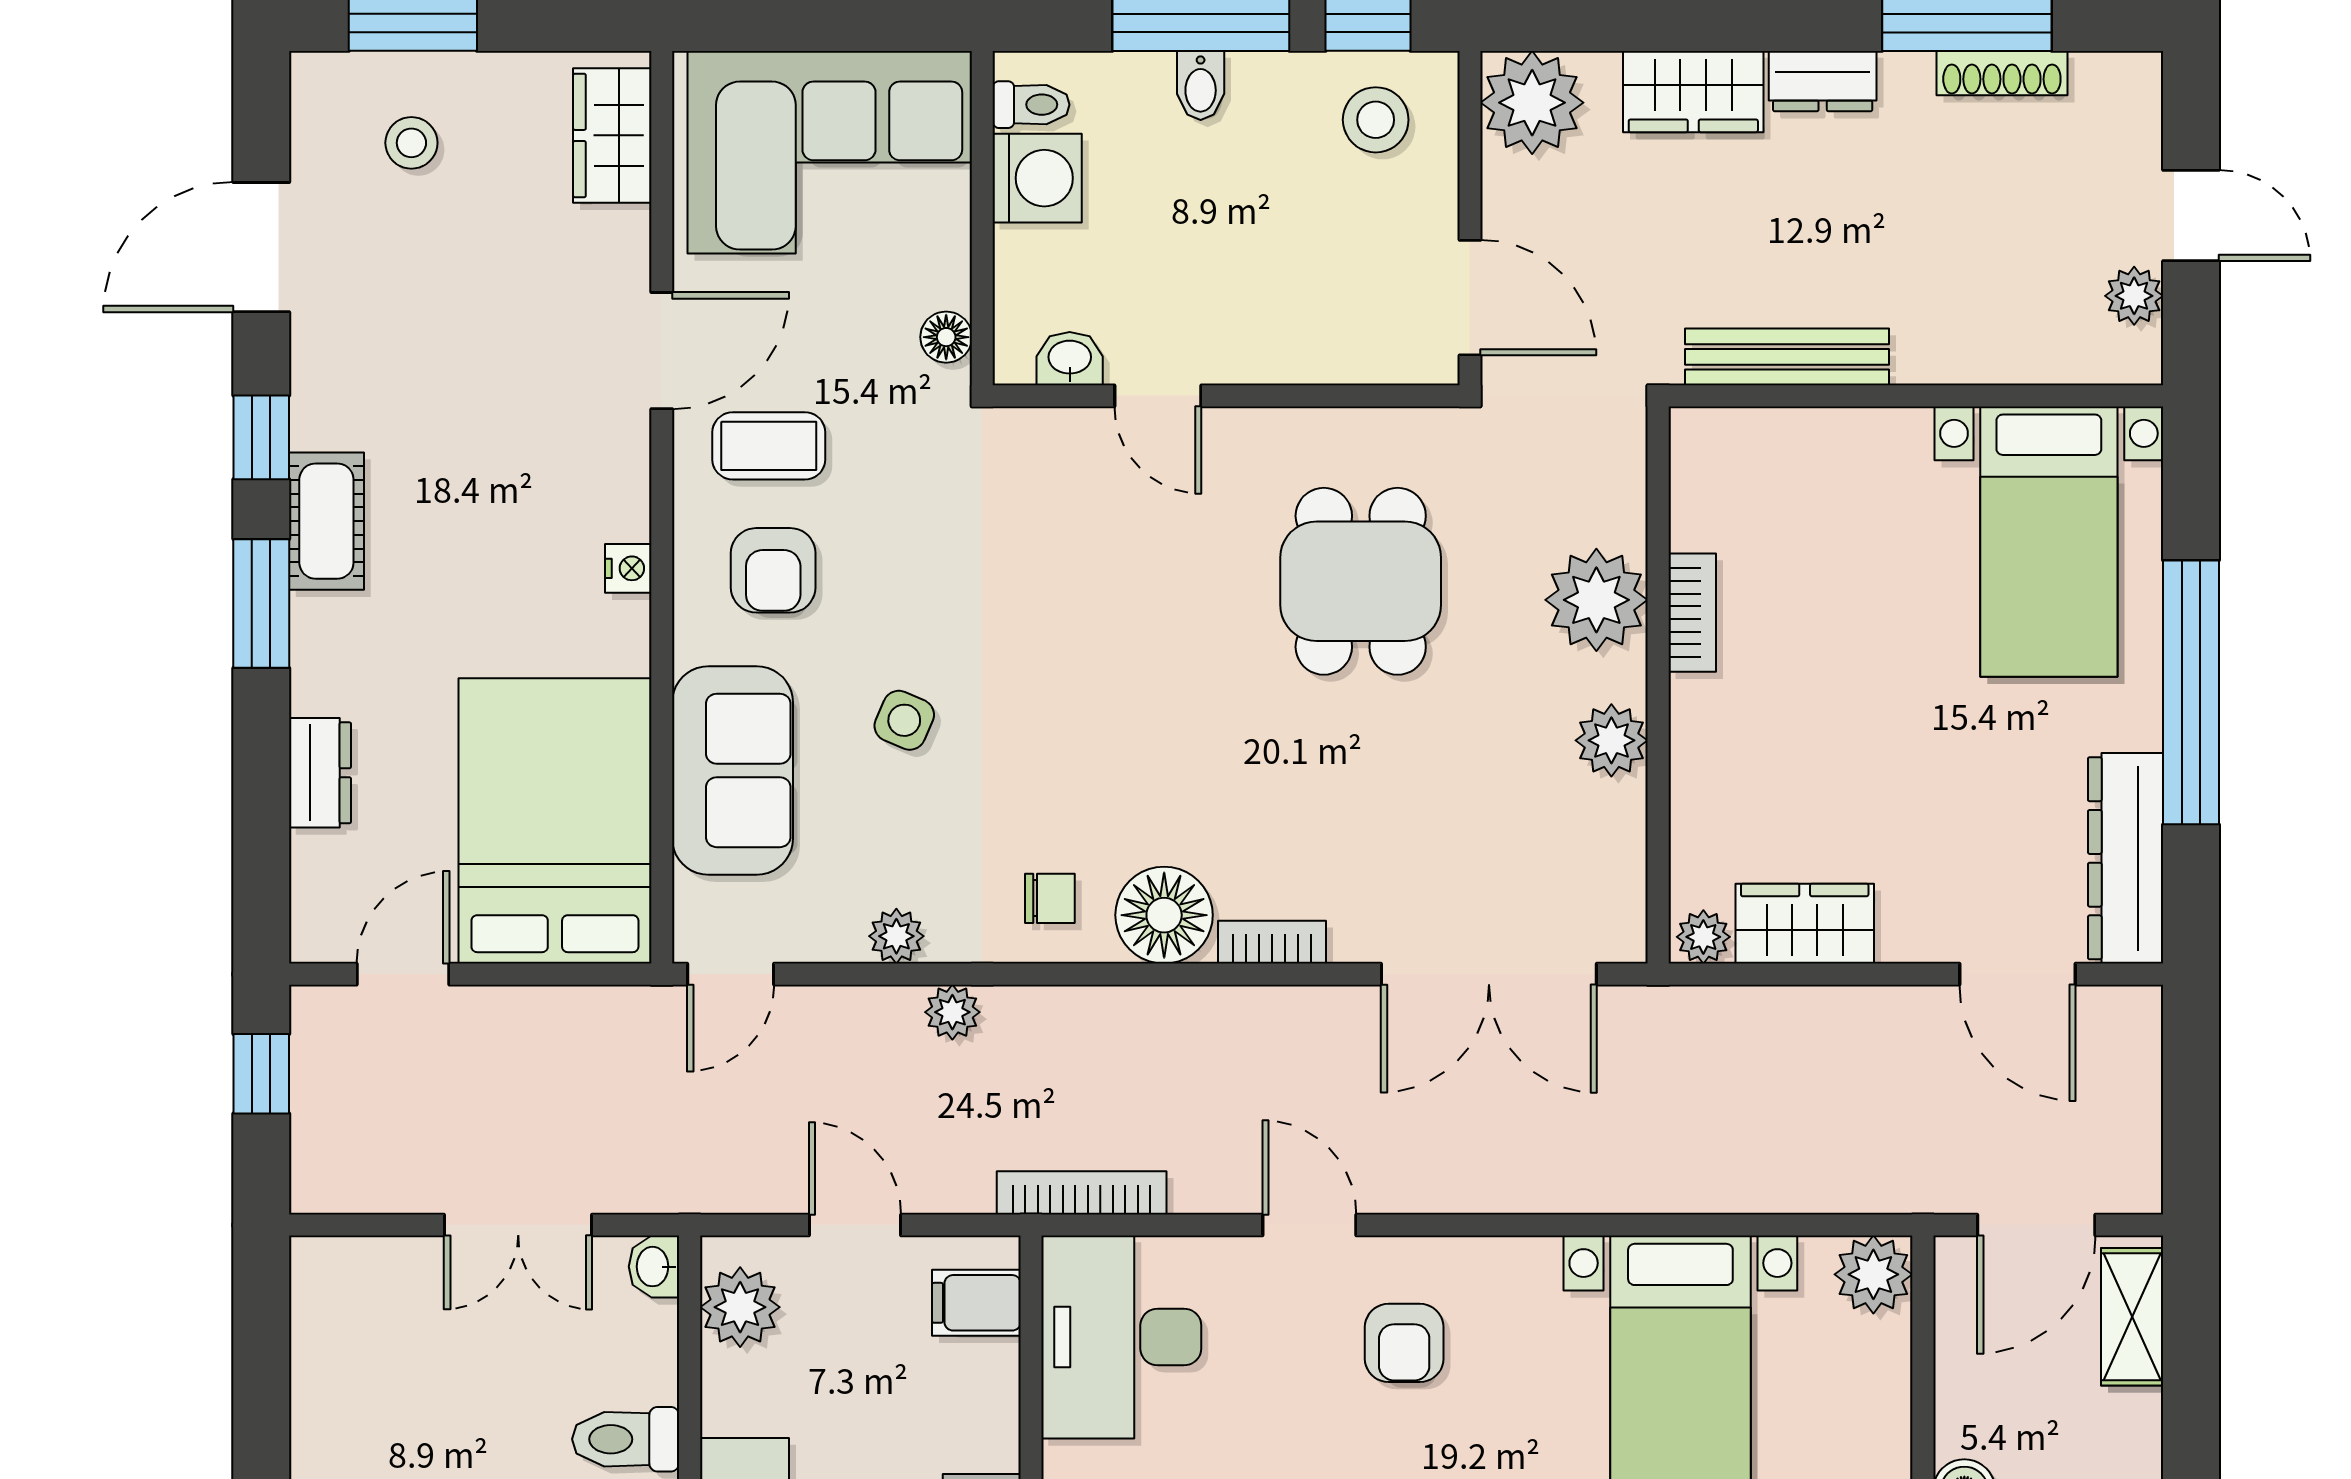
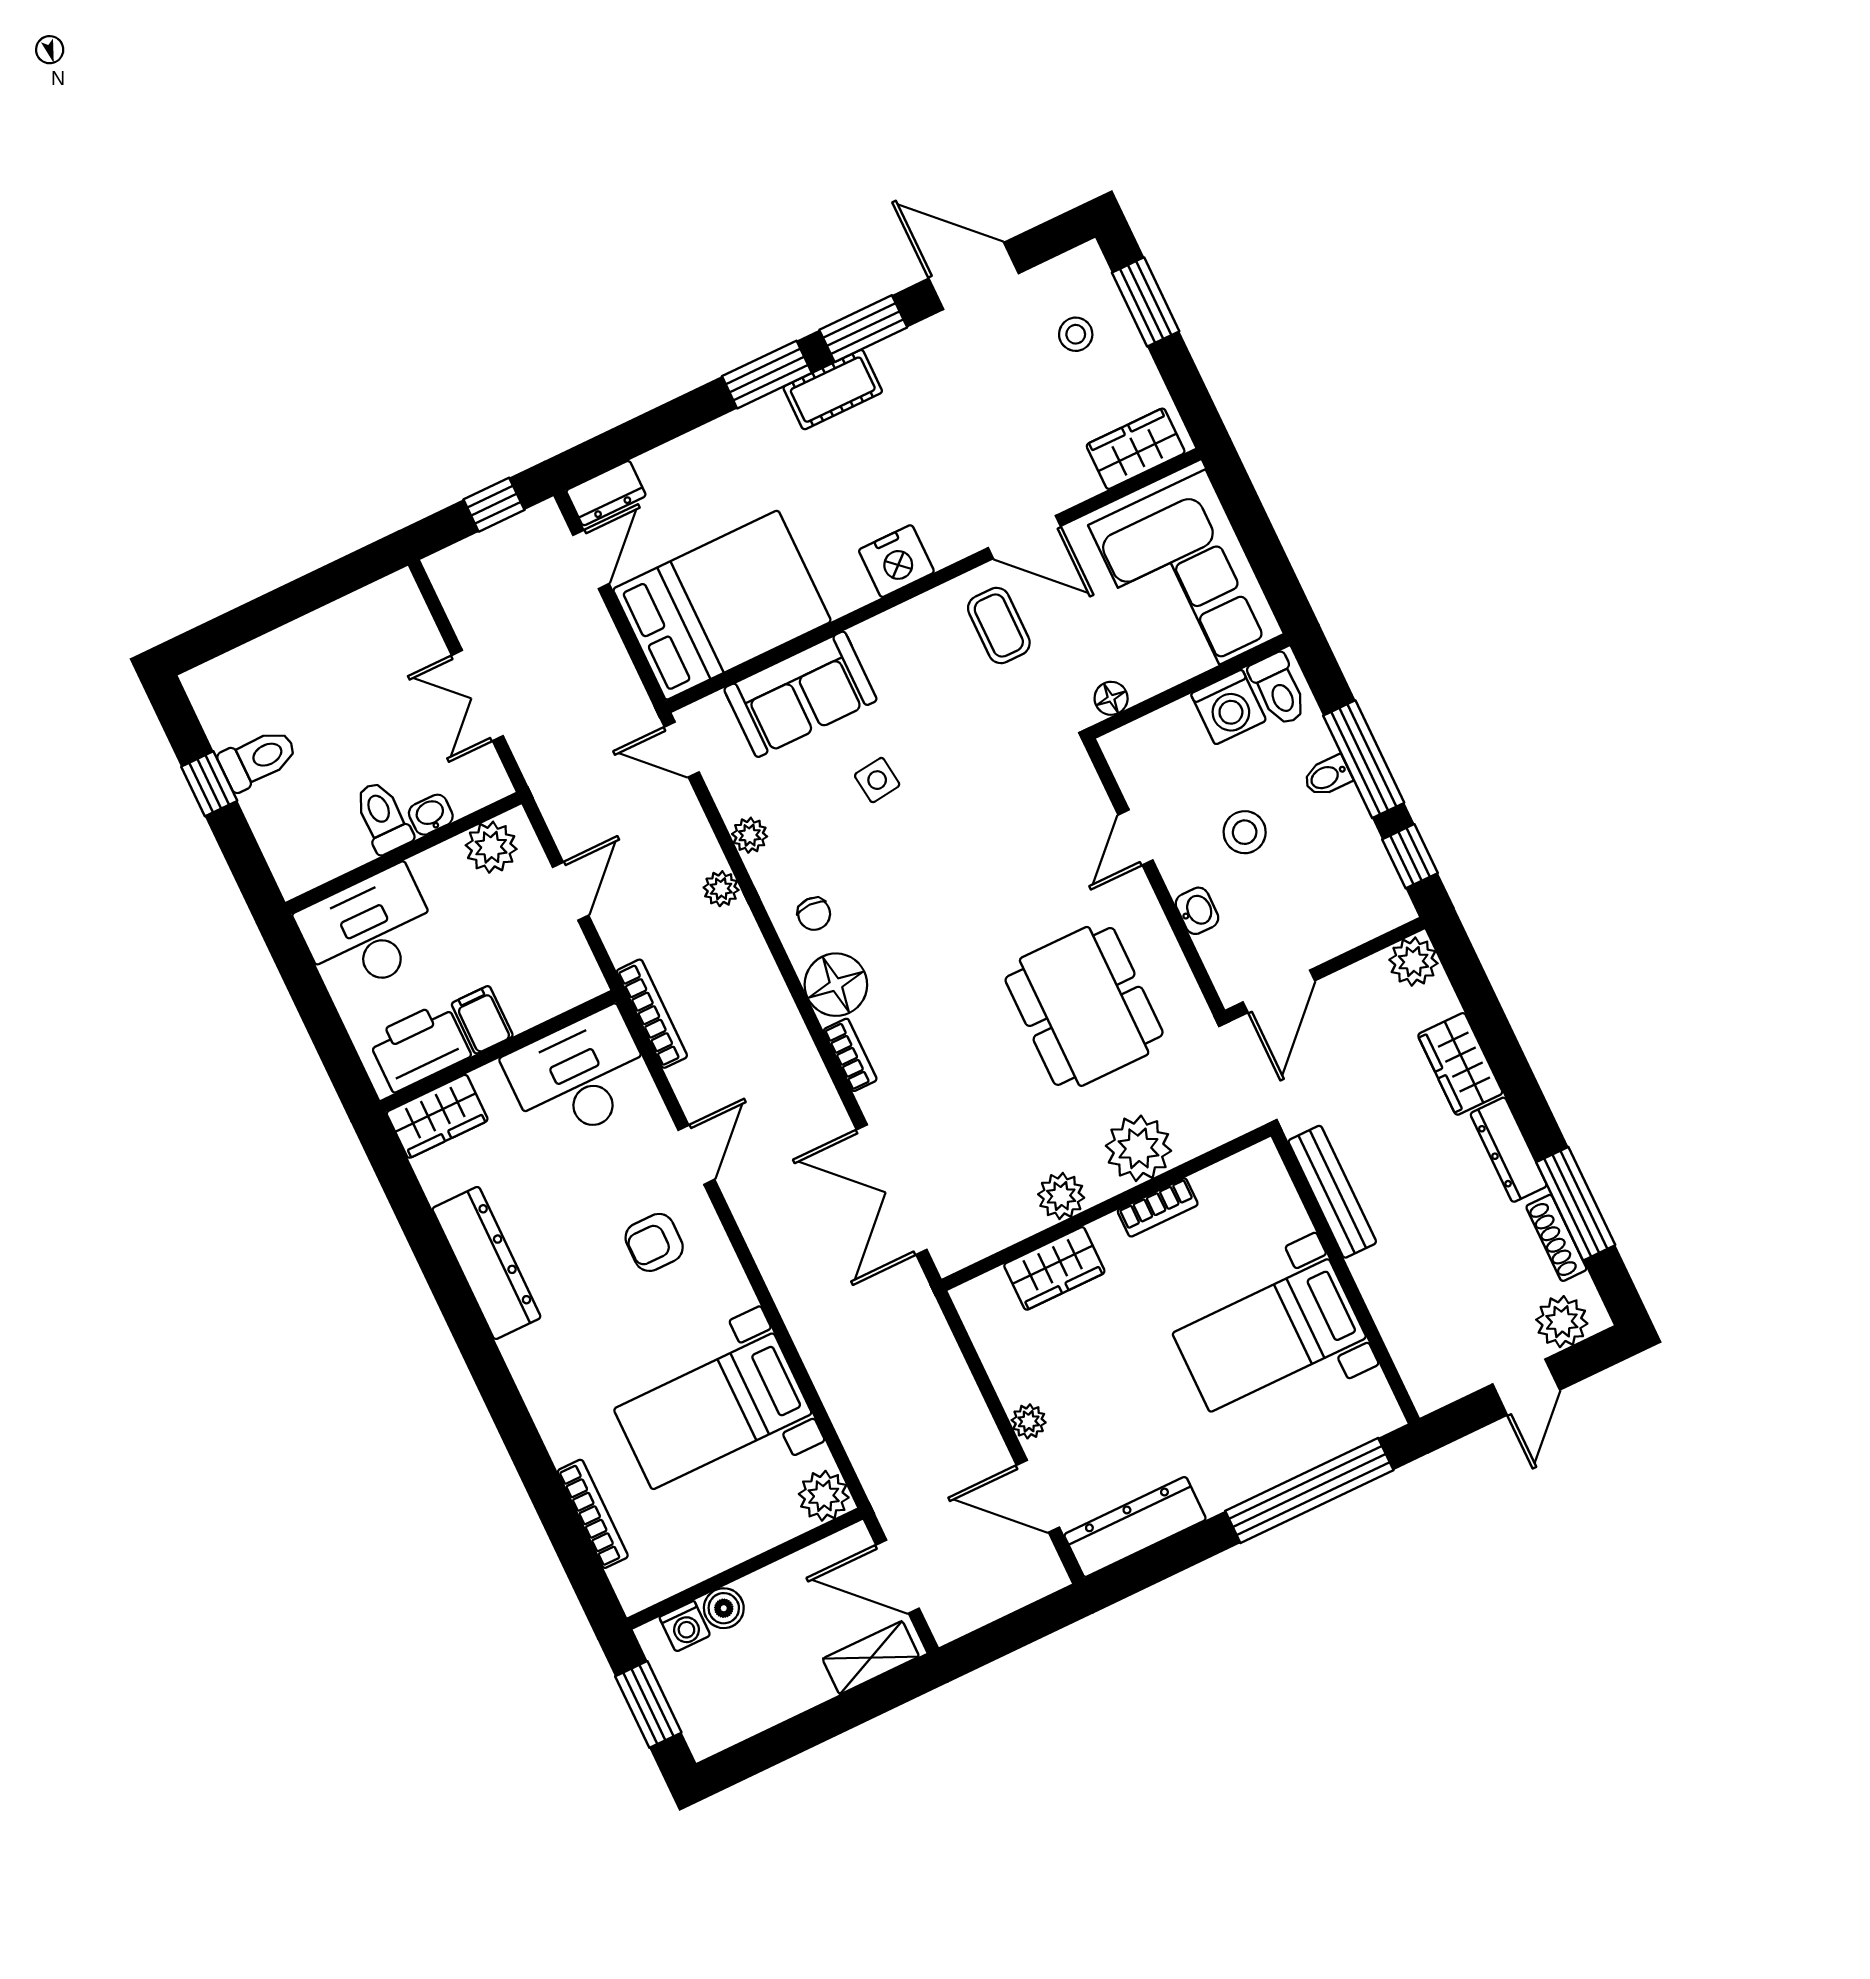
dresser: (1823, 81) -> (1509, 1150), width x1.44
plant: (1532, 103) -> (1413, 962), width x0.73, depth x0.73
toilet: (1031, 105) -> (1279, 689), width x1.37, depth x1.39
stool: (1376, 120) -> (1245, 832), moved
plant: (2134, 296) -> (1562, 1322), moved, width x1.38, depth x1.38
washbasin: (1070, 359) -> (1197, 911), moved
window: (261, 437) -> (863, 329), width x1.50
bed with nightstands: (2049, 542) -> (1269, 1335), moved
nightstand: (628, 568) -> (896, 561), width x1.89, depth x1.79
armchair: (773, 570) -> (928, 662), removed
dining table: (1361, 581) -> (1084, 1006), width x1.37
window: (2191, 692) -> (1309, 1490), moved
side table: (904, 720) -> (877, 780), turned -30
dresser: (320, 773) -> (606, 493), moved
wardrobe: (1805, 924) -> (1054, 1268), moved, turned 90
plant: (1703, 937) -> (1029, 1421), moved
door: (403, 974) -> (591, 559), hinge flipped
door: (2017, 974) -> (1038, 1496), hinge flipped
washbasin: (654, 1267) -> (431, 815), moved
filing cabinet: (976, 1303) -> (482, 1020), moved

